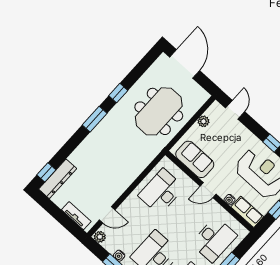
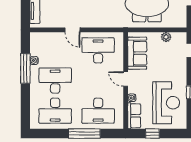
door: (107, 215) -> (72, 30), moved
plant: (100, 237) -> (35, 38), removed

